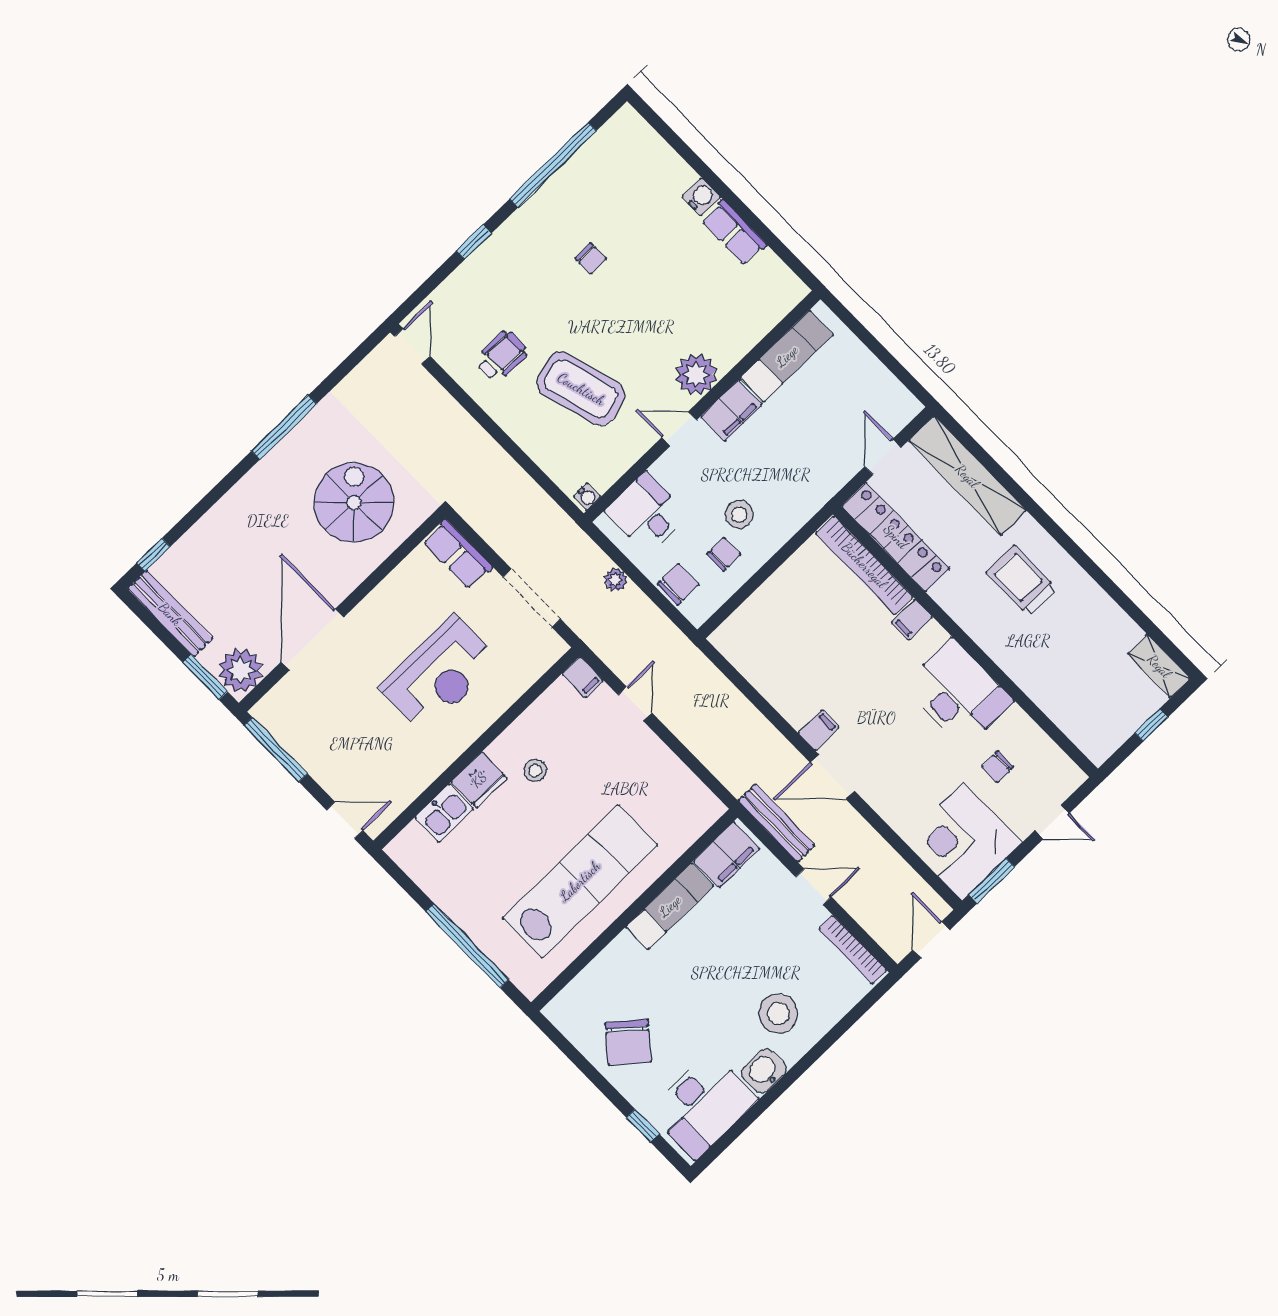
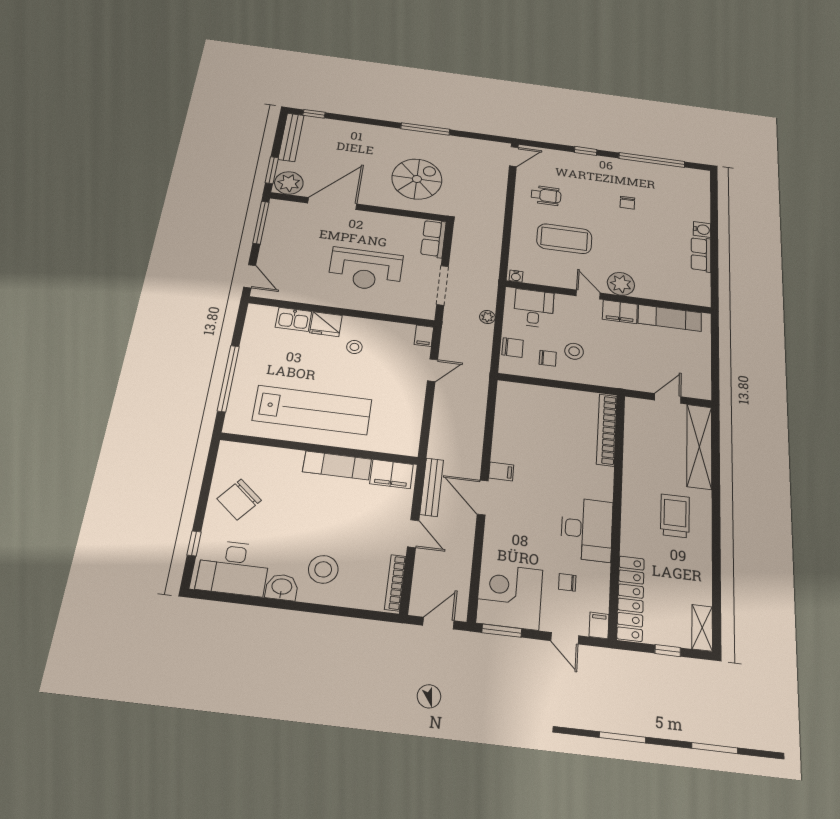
coffee table: (581, 389) -> (564, 239), turned -74
locker: (896, 537) -> (631, 598), moved
filing cabinet: (912, 620) -> (599, 625), moved, turned 90

